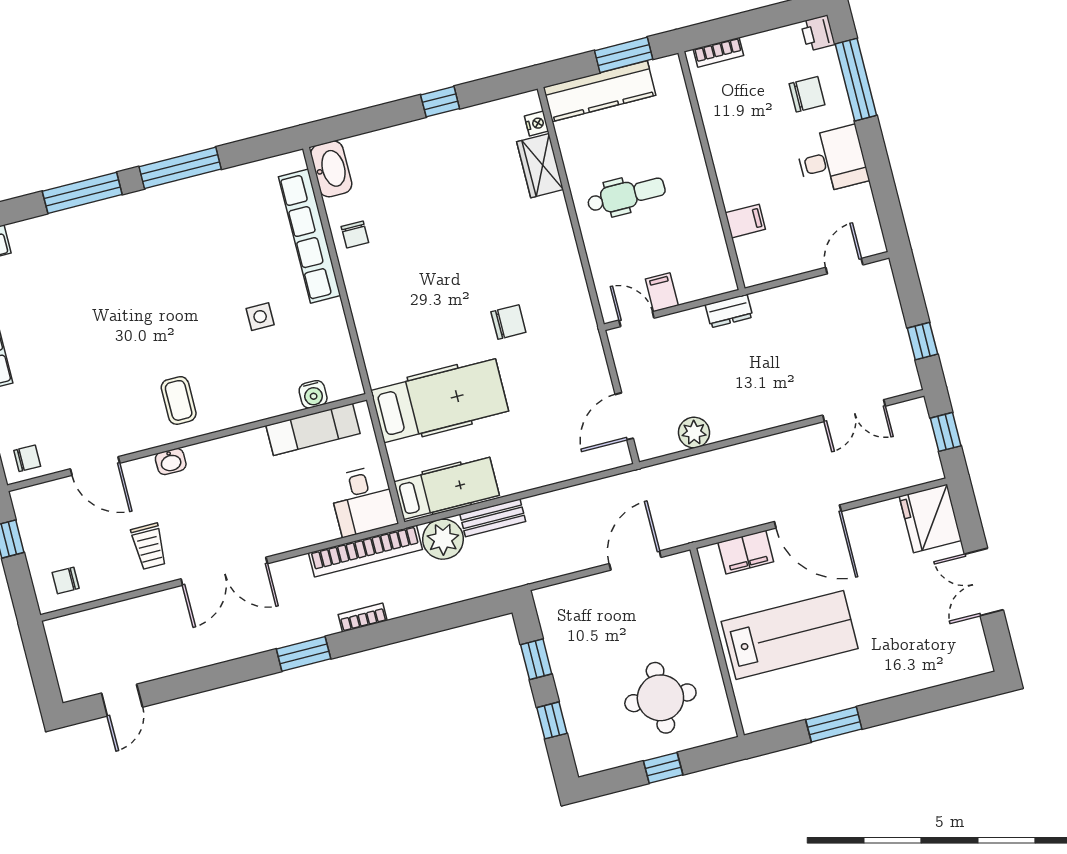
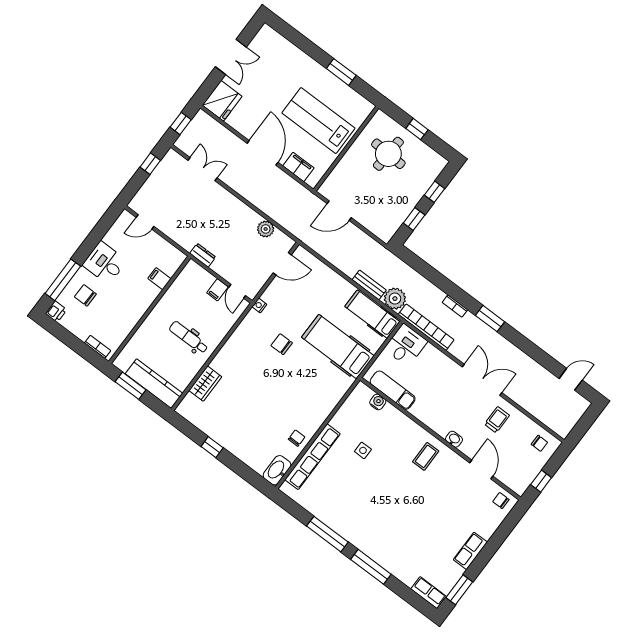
nightstand: (536, 123) -> (259, 306), moved

